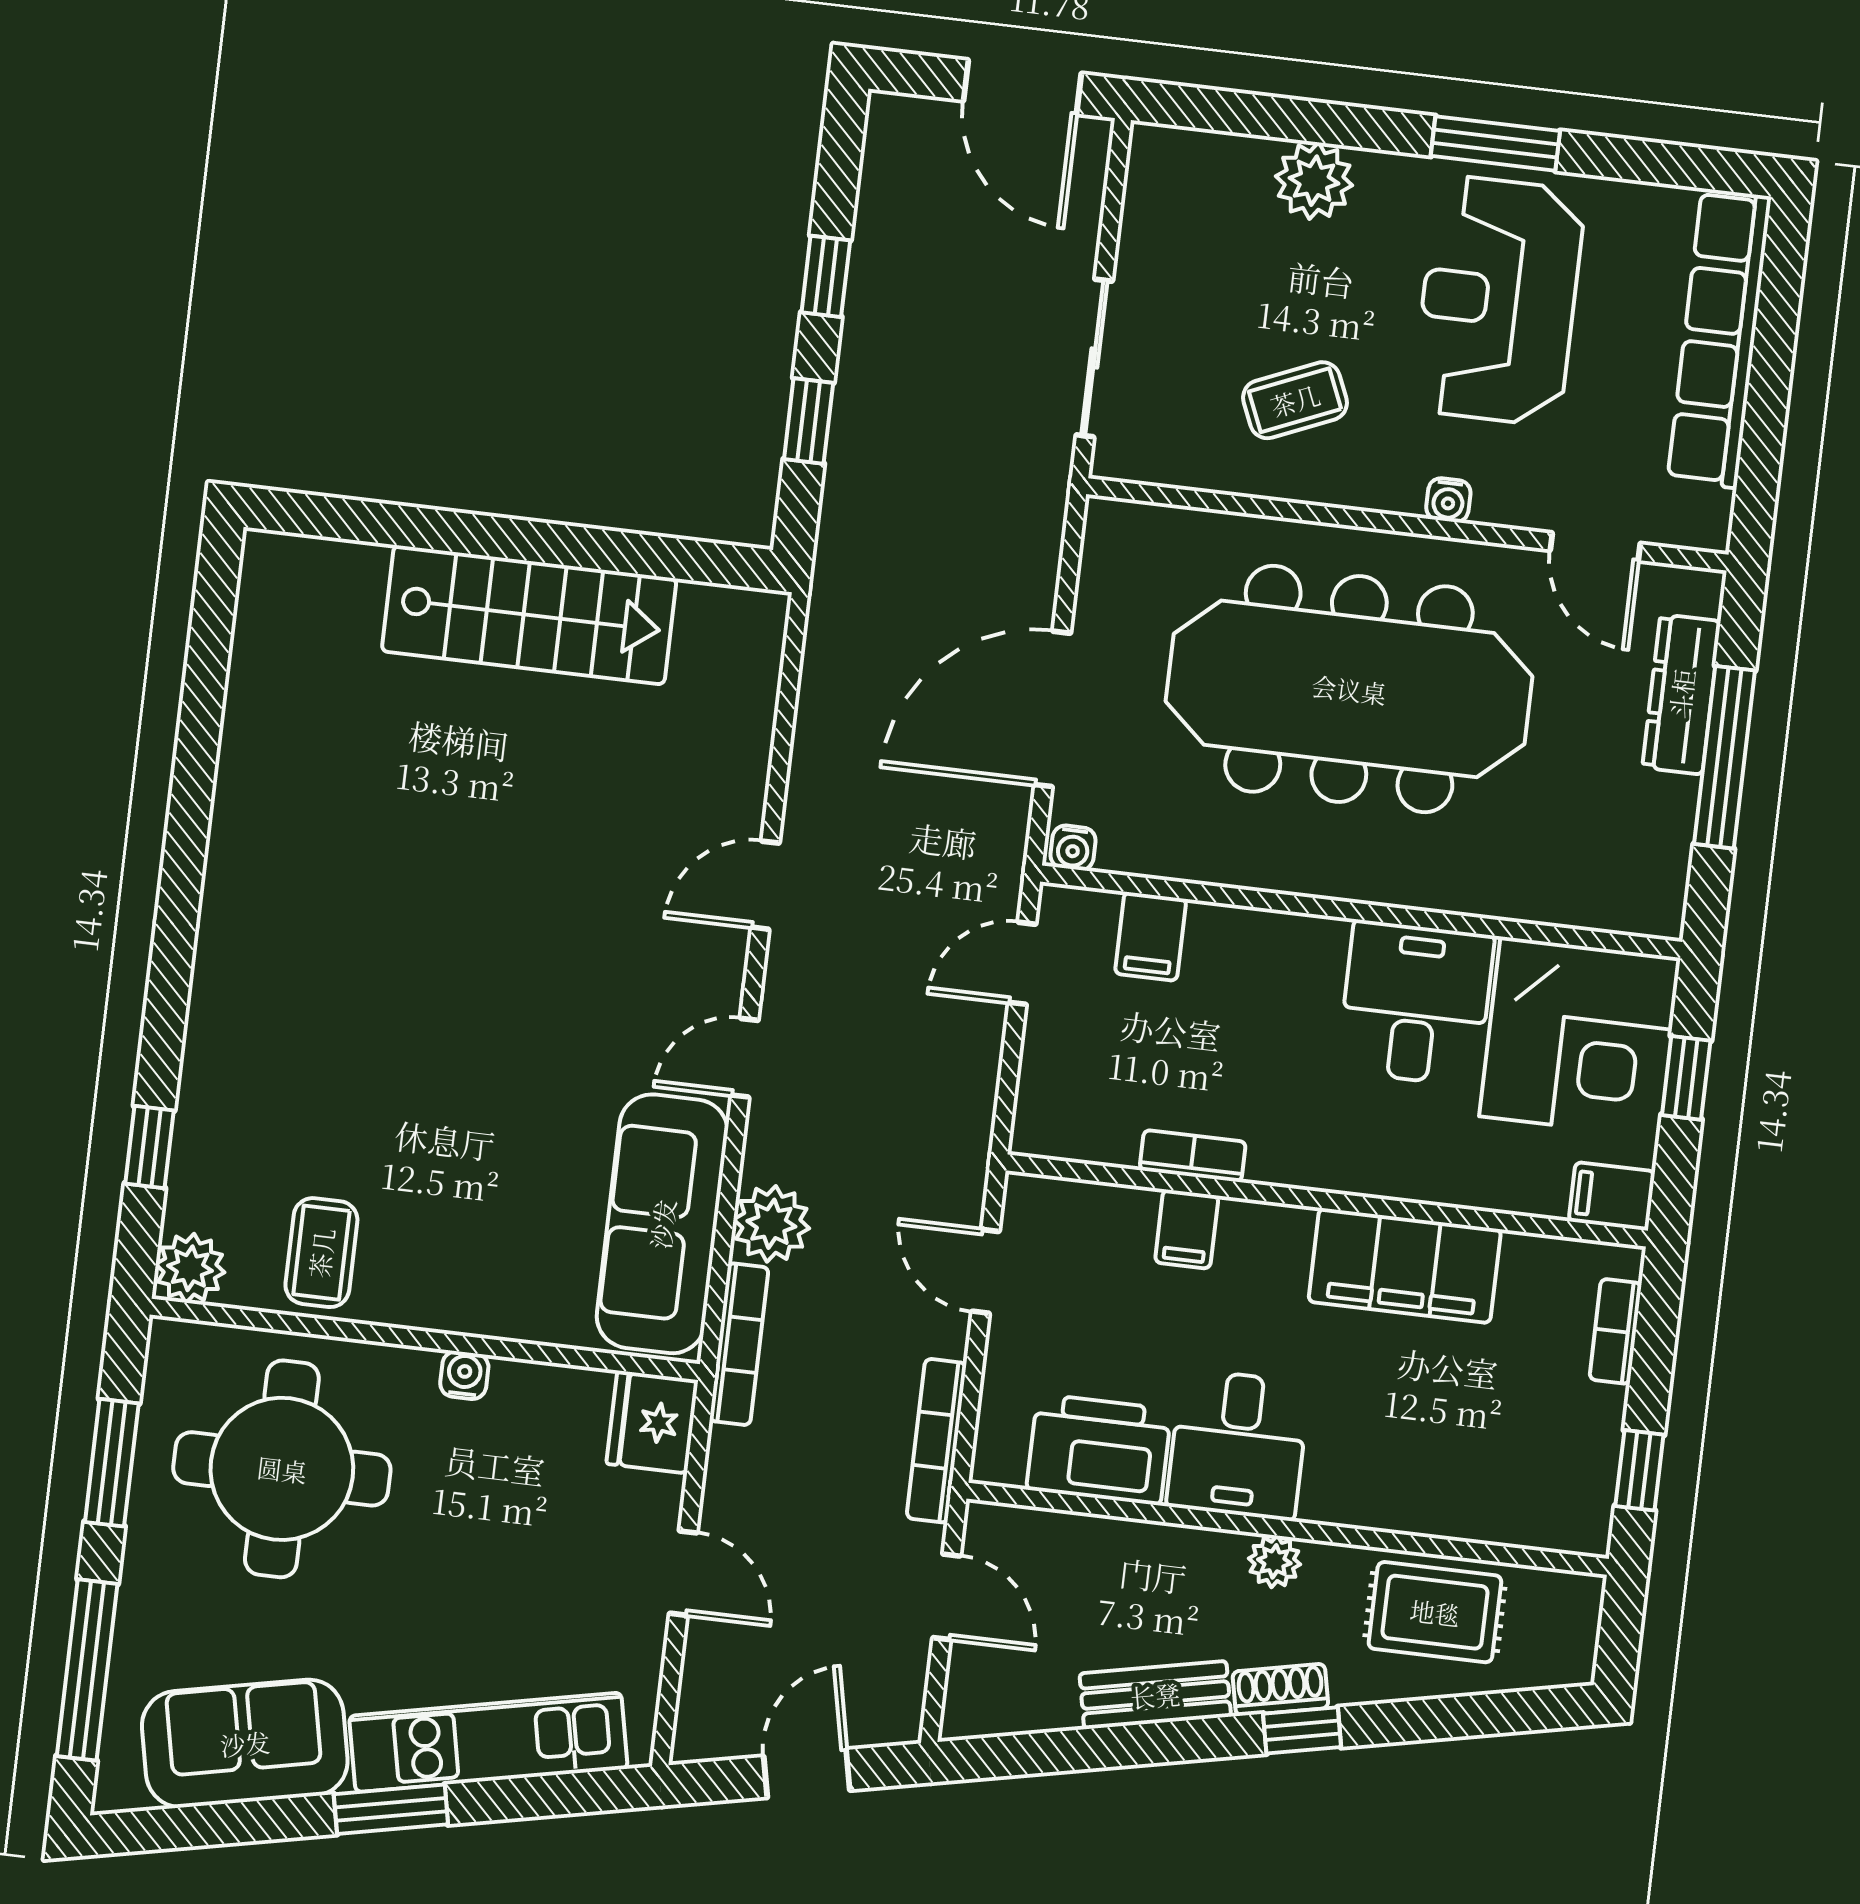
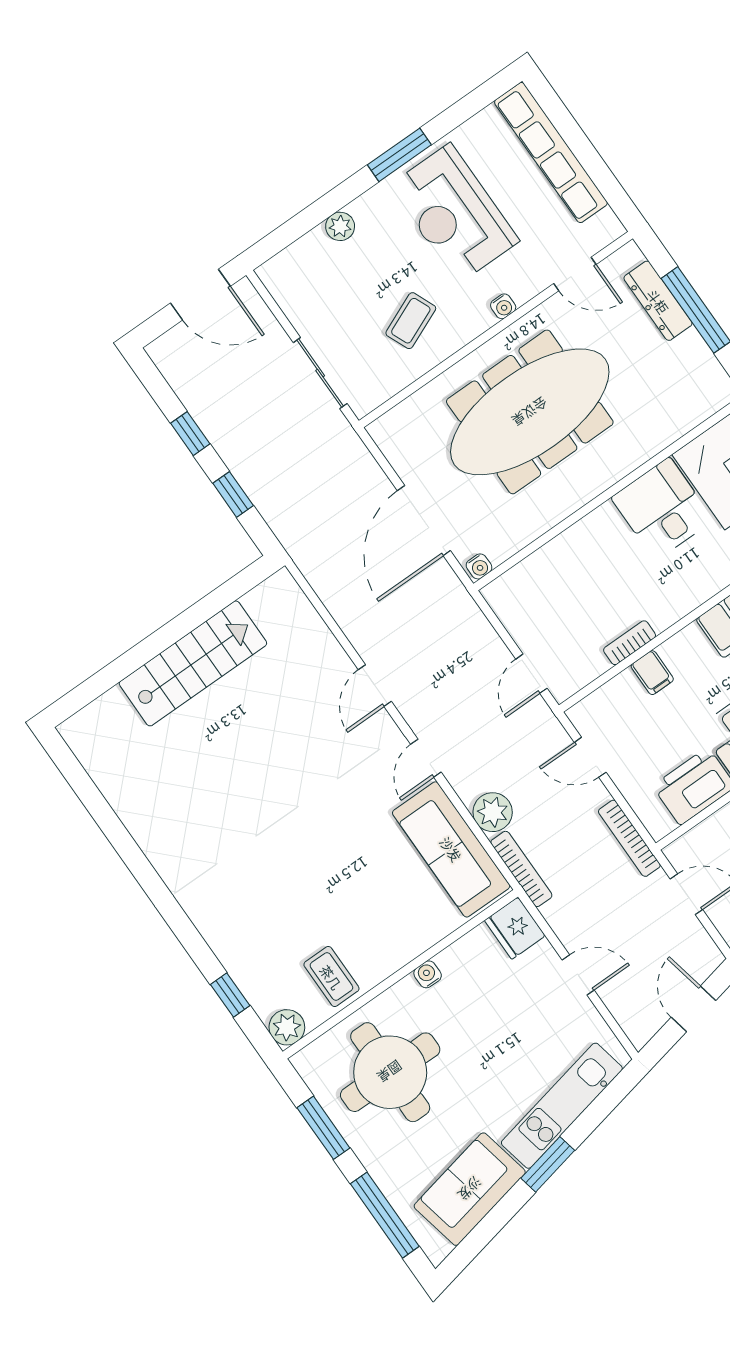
plant: (1314, 181) -> (340, 226), width x0.73, depth x0.73
filing cabinet: (1151, 936) -> (539, 574), removed
door: (1022, 963) -> (531, 674), moved

